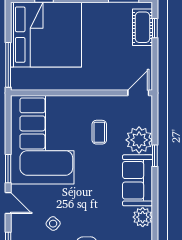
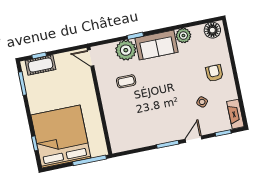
corner sofa: (42, 140) -> (141, 123), removed

